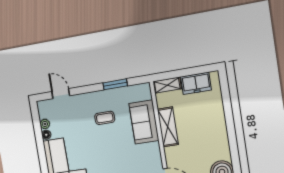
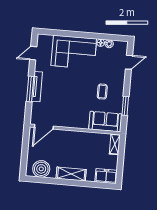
freezer: (196, 83) -> (106, 176), moved, turned 90
sofa: (144, 122) -> (105, 122), moved
shelving: (168, 127) -> (71, 174), moved

